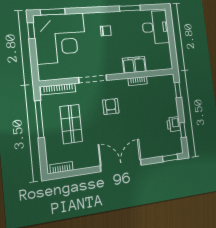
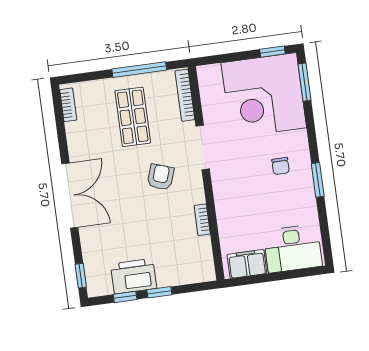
window: (130, 8) -> (318, 180), moved
filing cabinet: (134, 65) -> (247, 264), moved, turned -90
window: (178, 90) -> (159, 292), moved
armchair: (111, 106) -> (161, 177), turned -71
shop shelf: (71, 124) -> (133, 117), turned 90
printer: (174, 124) -> (134, 276), width x1.87, depth x1.48

